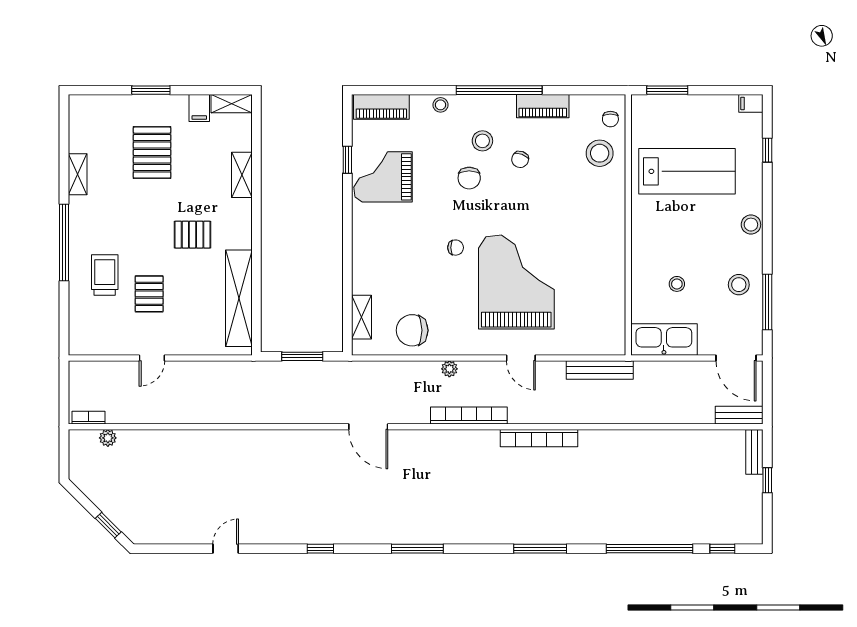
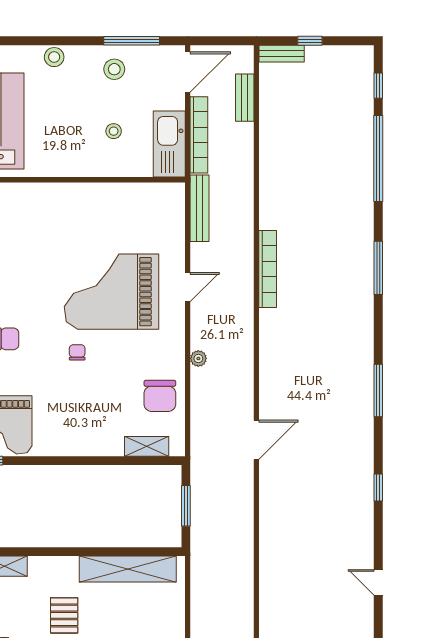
bench: (739, 415) -> (245, 98), moved
bookcase: (469, 416) -> (199, 135), moved, turned 180

